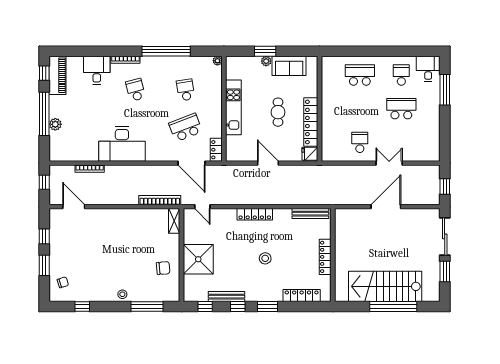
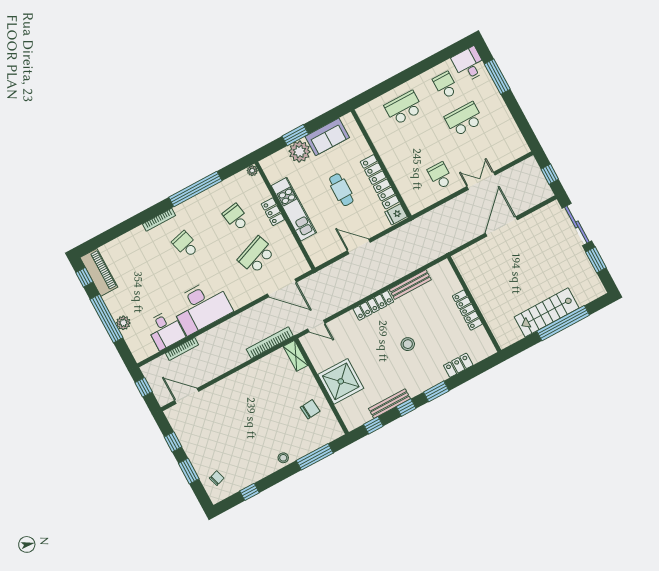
plant: (266, 61) -> (300, 152), width x1.87, depth x1.87
desk: (97, 70) -> (165, 330), moved, turned 180
locker: (216, 150) -> (273, 212), moved
bench: (310, 214) -> (410, 285), moved
stairs: (385, 286) -> (547, 312), width x0.73, depth x0.66
locker: (302, 296) -> (458, 365), width x0.66

